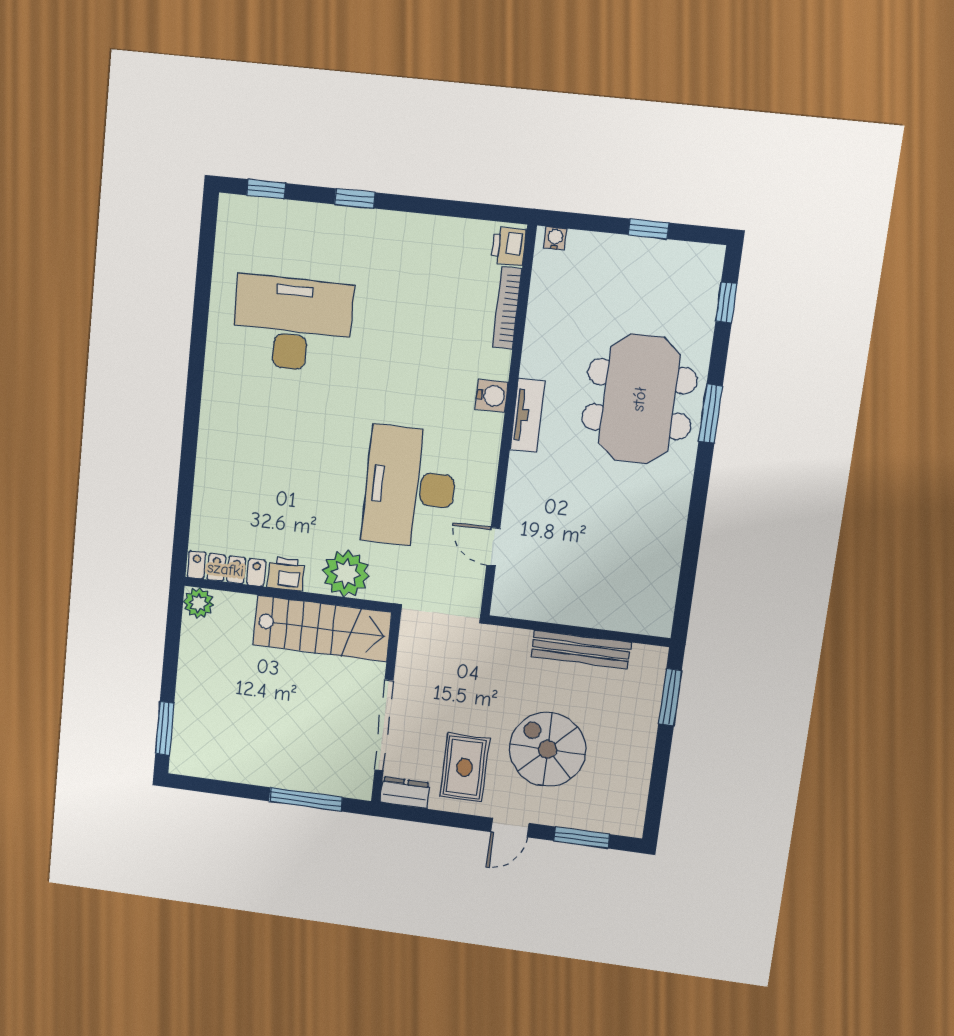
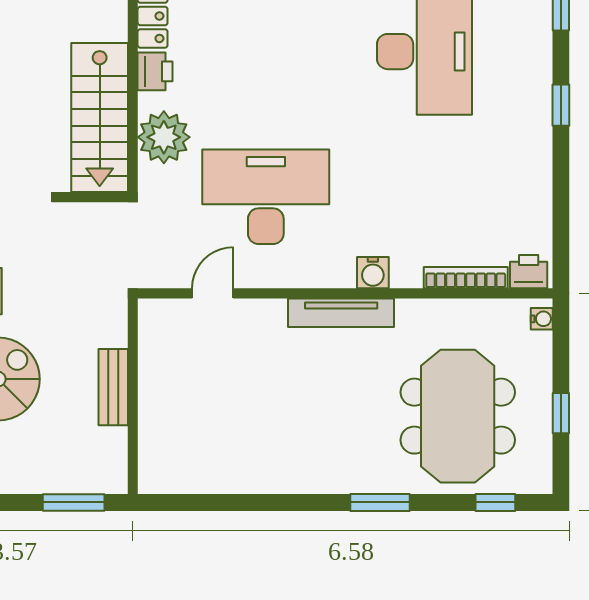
meeting table: (639, 399) -> (458, 416), moved, turned 90
tv unit: (527, 416) -> (341, 313), width x1.41
bench: (581, 649) -> (113, 387), width x0.73

